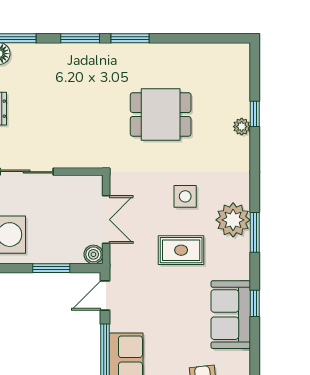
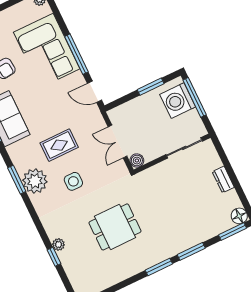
boiler: (93, 254) -> (137, 161), moved
window: (51, 268) -> (151, 87), moved
door: (105, 296) -> (94, 92), swing flipped

